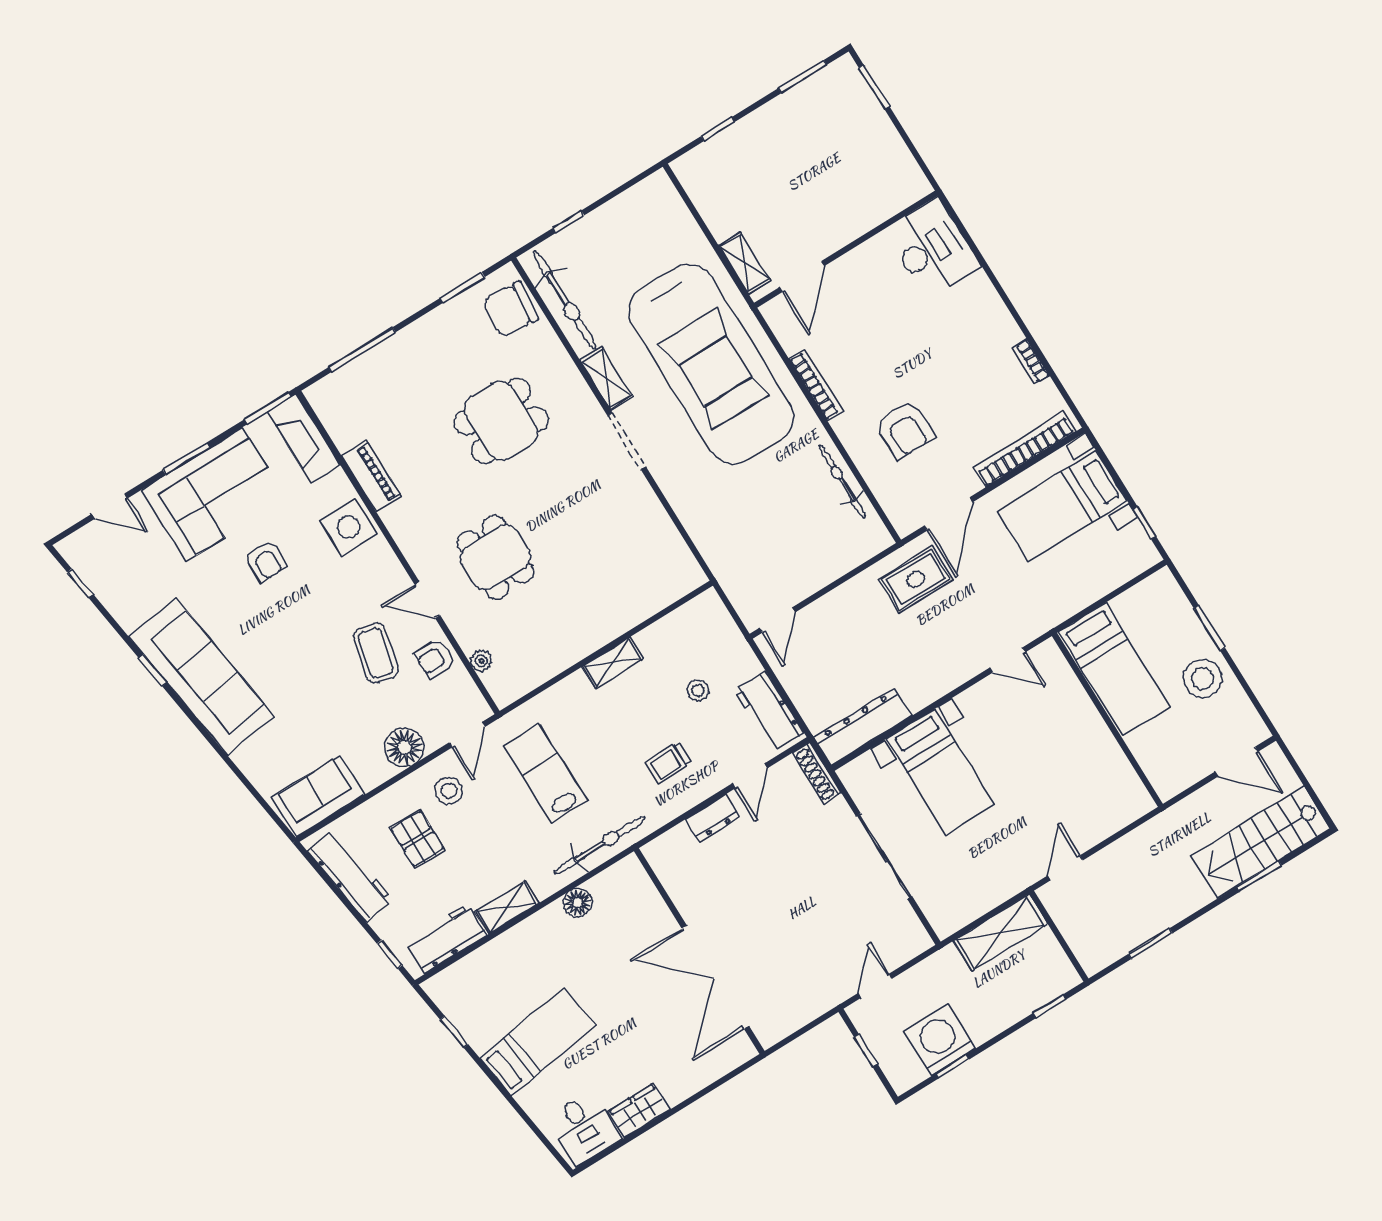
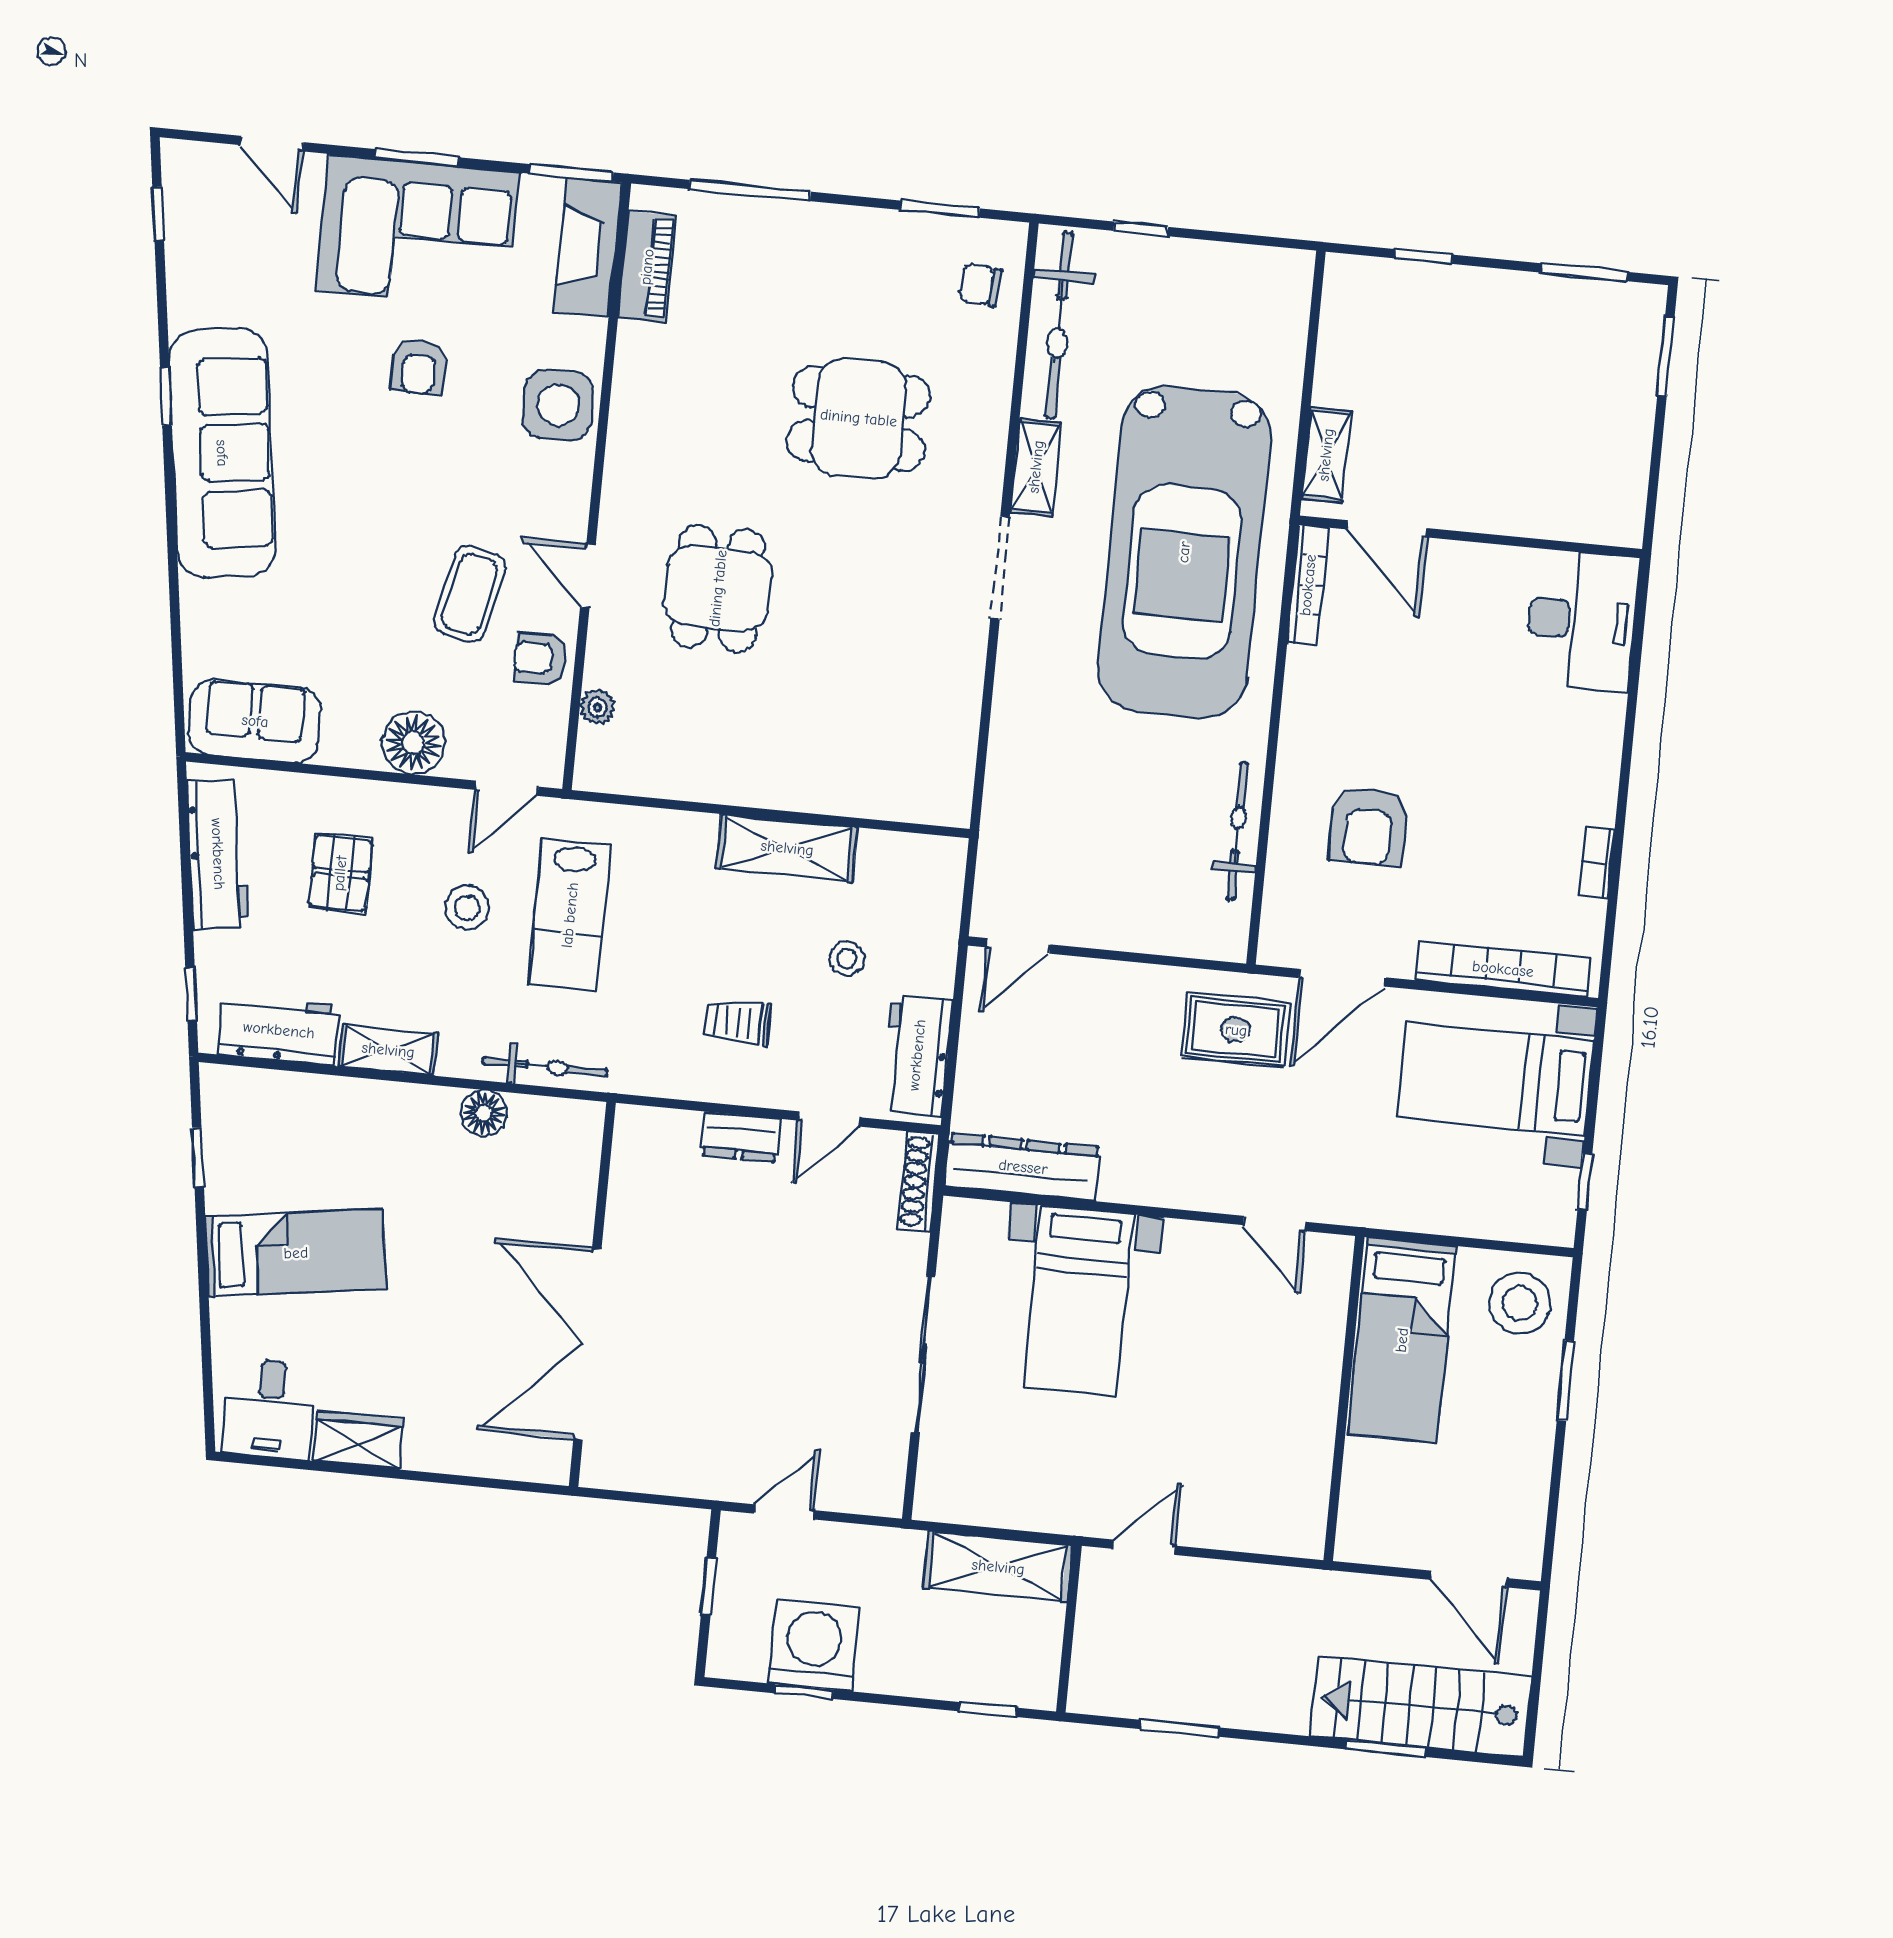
door: (802, 277) -> (1387, 529), hinge flipped
chair: (511, 310) -> (980, 285), width x0.54, depth x0.54
bookcase: (816, 385) -> (1308, 585), moved
piano: (372, 476) -> (647, 267), moved
shelving: (613, 663) -> (787, 848), width x1.50, depth x1.33
stool: (1203, 678) -> (1520, 1303), moved
lab bench: (546, 773) -> (570, 915), turned 180
stool: (449, 791) -> (467, 908), moved
bicycle: (600, 845) -> (545, 1067), width x0.73, depth x0.71

